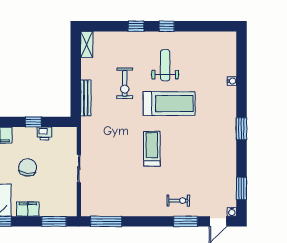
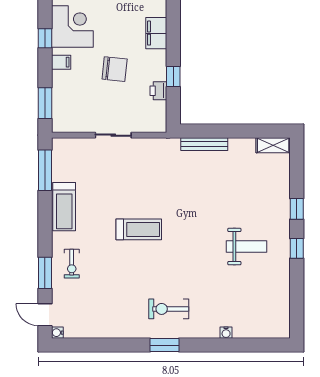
exercise bike: (125, 83) -> (169, 309), moved
treadmill: (169, 104) -> (64, 207), moved, width x0.73, depth x0.73
window: (241, 188) -> (87, 345), removed
filing cabinet: (28, 209) -> (61, 62), width x0.50

